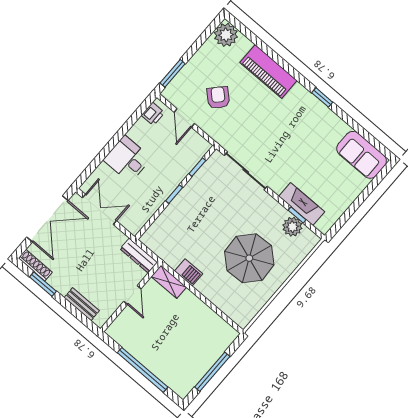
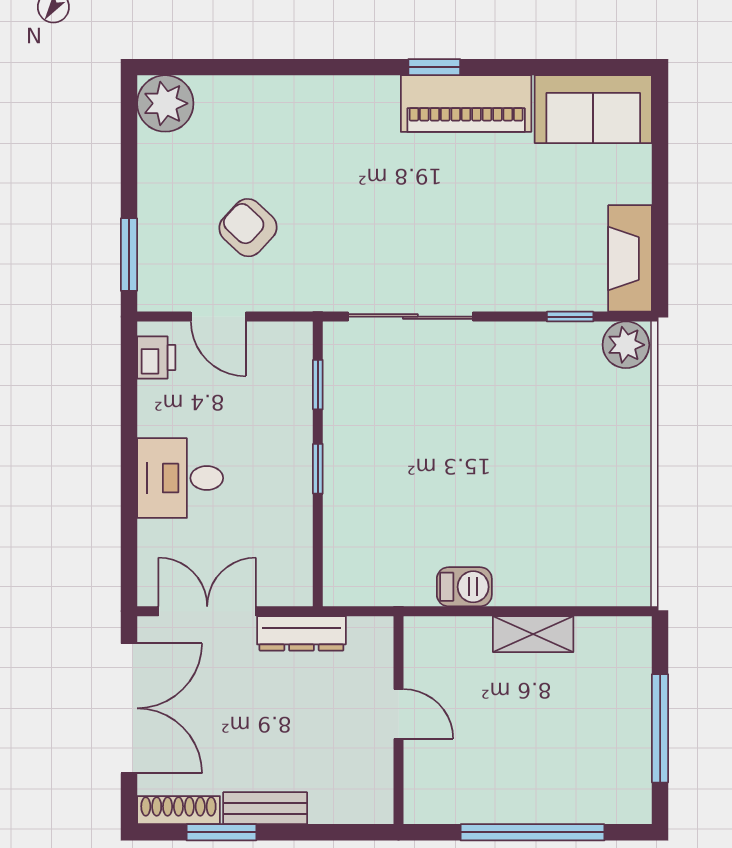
piano: (268, 72) -> (466, 104), moved
fireplace: (302, 204) -> (630, 258), moved, turned -90
plant: (292, 227) -> (626, 345), moved
dresser: (139, 256) -> (301, 633), moved
parasol: (249, 258) -> (551, 468), removed
shelving: (169, 282) -> (533, 634), moved
bench: (82, 304) -> (265, 808), moved

